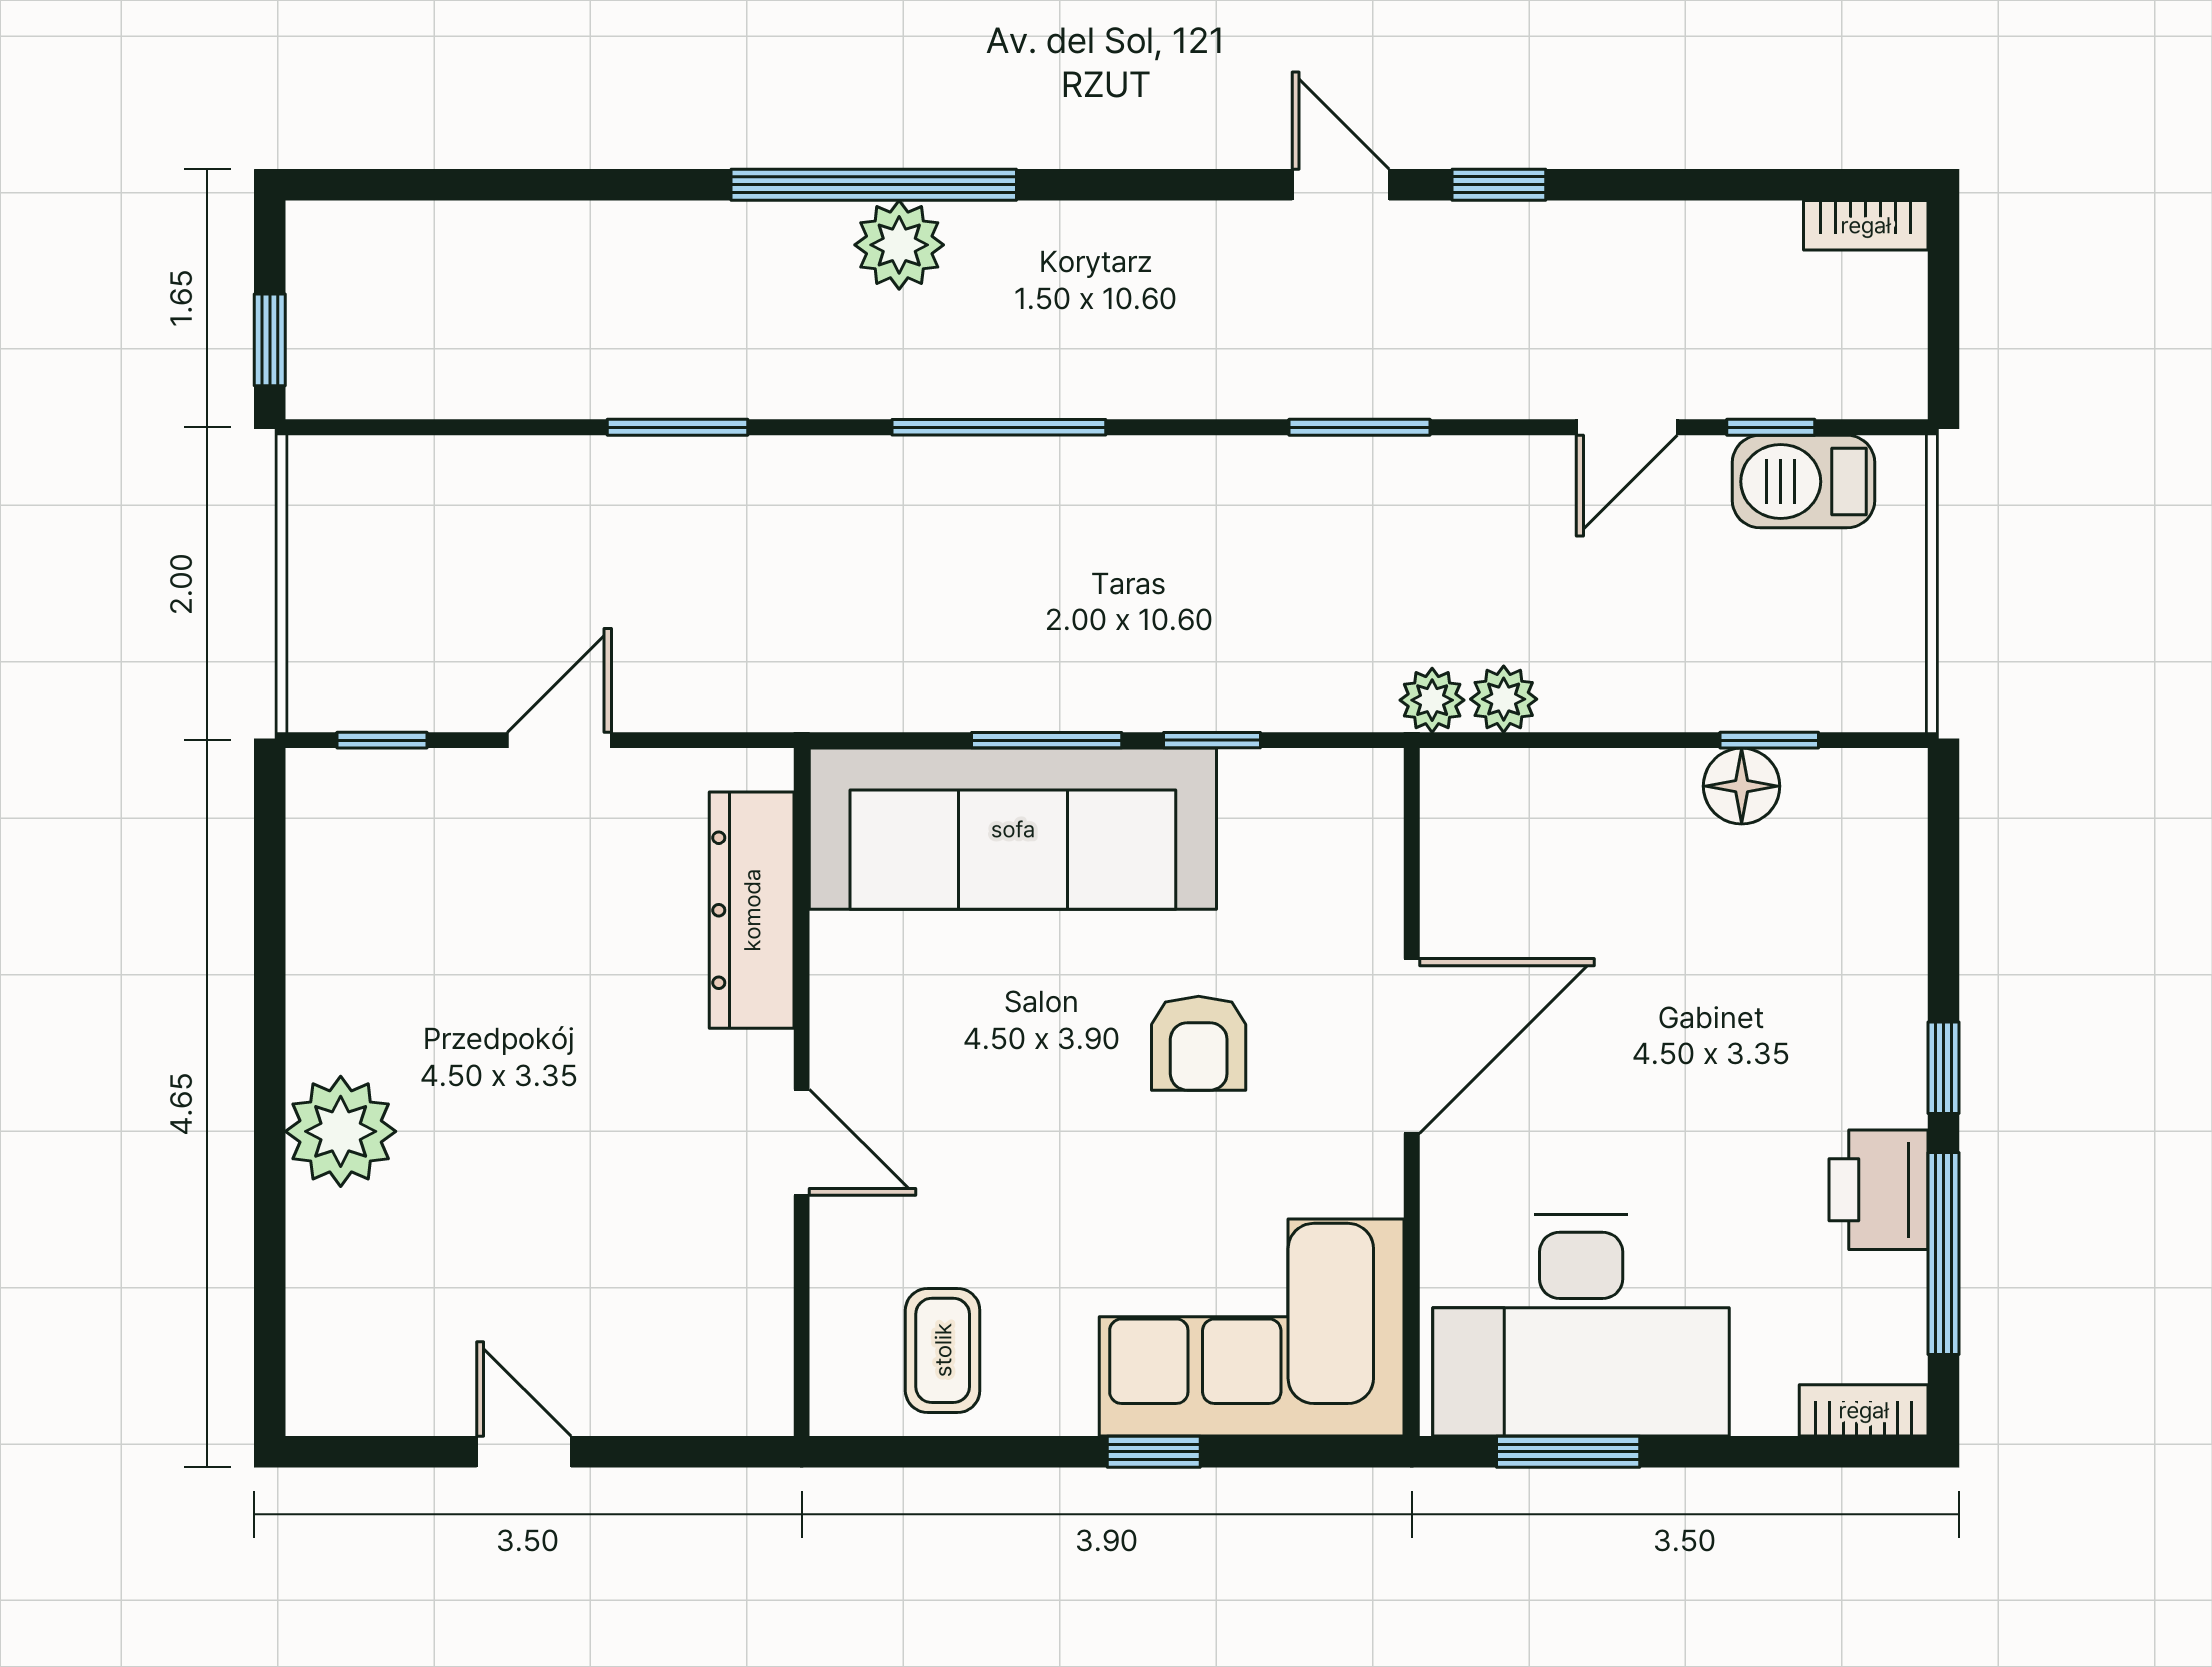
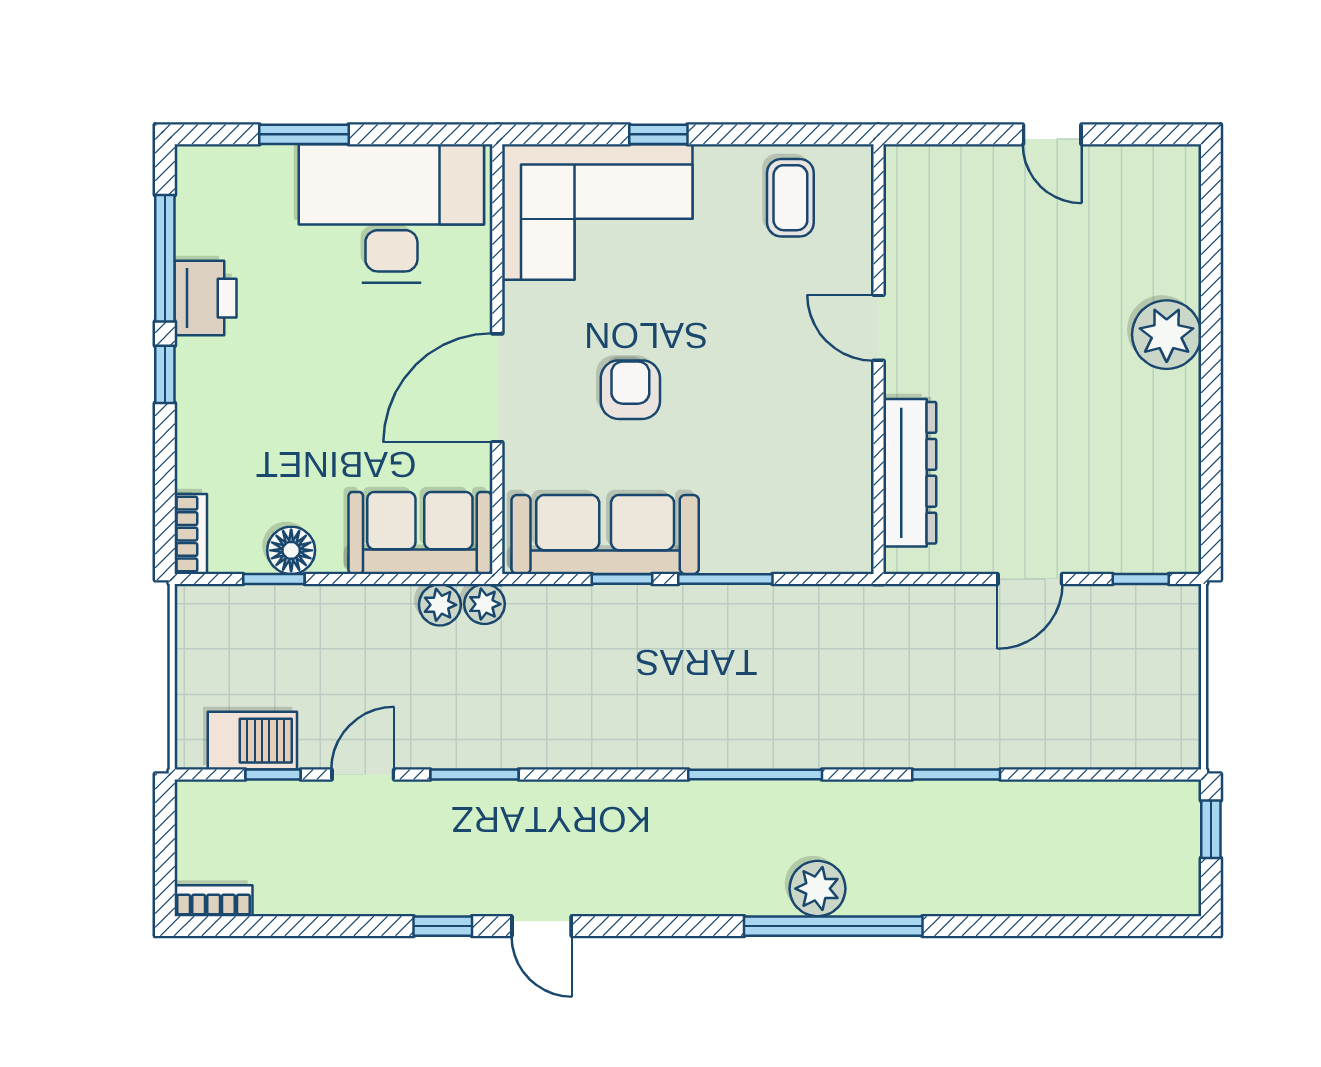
window: (1359, 427) -> (475, 775), moved
sofa: (1536, 814) -> (420, 533), added
sofa: (1013, 829) -> (605, 534), moved, width x0.74, depth x0.79
bookcase: (1864, 1410) -> (191, 534), moved, turned -90
window: (1568, 1452) -> (304, 134), moved

